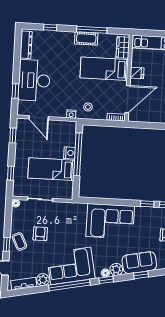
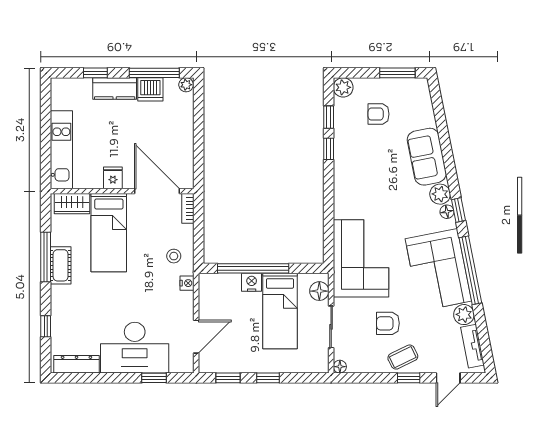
window: (11, 173) -> (268, 378), moved
floor lamp: (62, 193) -> (319, 291), added
corner sofa: (110, 221) -> (361, 258), moved
window: (141, 275) -> (447, 153), removed

